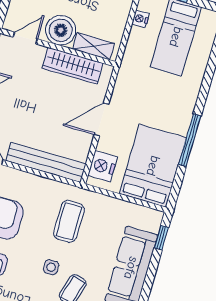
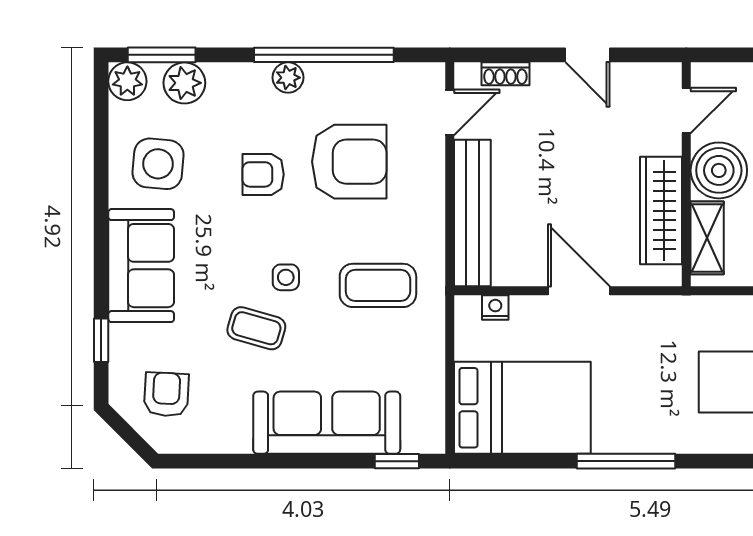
door: (25, 38) -> (686, 111), hinge flipped
window: (190, 140) -> (626, 461), moved
nightstand: (103, 166) -> (495, 308), width x0.53, depth x0.56

